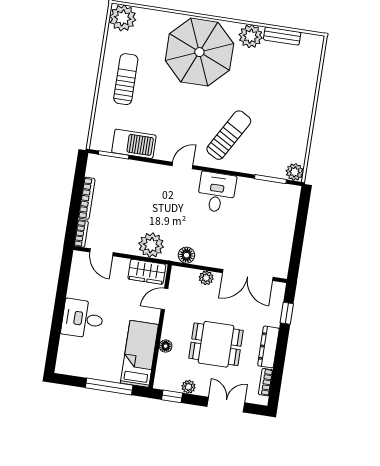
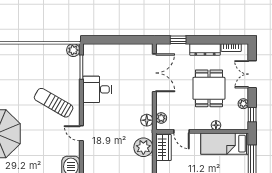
desk: (217, 192) -> (97, 89), moved
plant: (206, 278) -> (161, 118), moved

